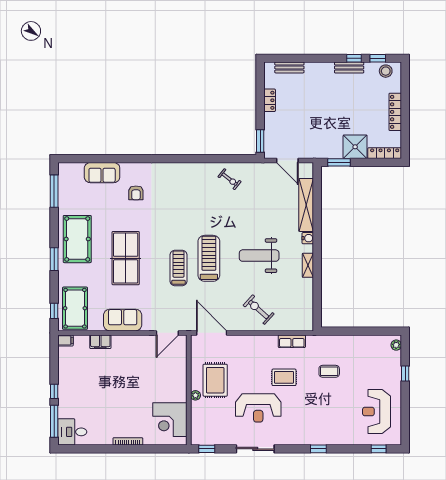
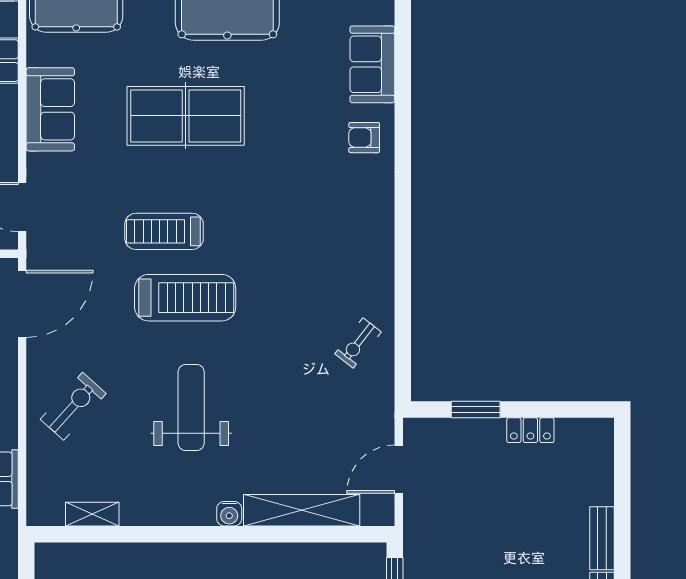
bench: (289, 67) -> (602, 538), moved
window: (260, 141) -> (476, 410), moved
armchair: (136, 193) -> (364, 138), moved
shelving: (308, 265) -> (92, 514), moved
treadmill: (178, 268) -> (164, 231), turned 180

